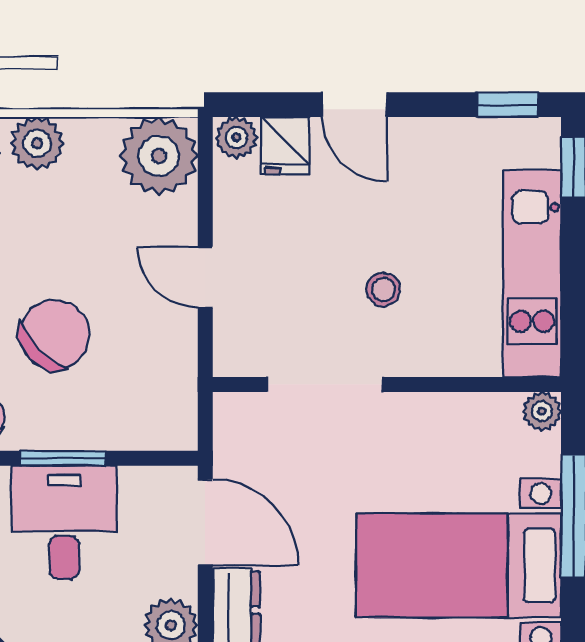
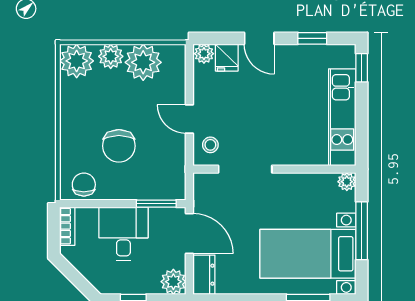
window: (508, 105) -> (312, 38), moved
plant: (159, 156) -> (143, 62), moved
stool: (384, 289) -> (210, 145), moved
chair: (54, 335) -> (119, 146), turned 134
window: (63, 458) -> (156, 204), moved

